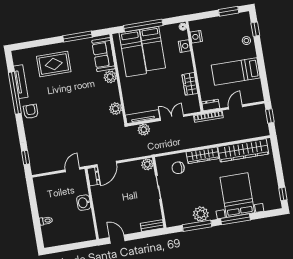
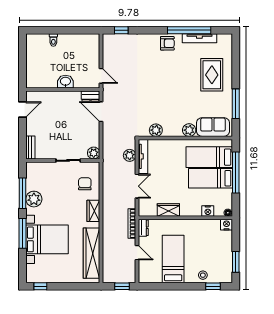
nightstand: (196, 37) -> (226, 225), moved
wardrobe: (203, 155) -> (93, 211), width x0.67

